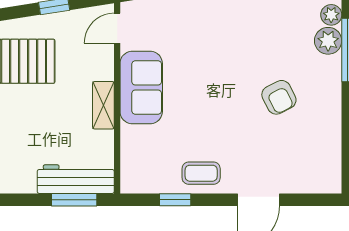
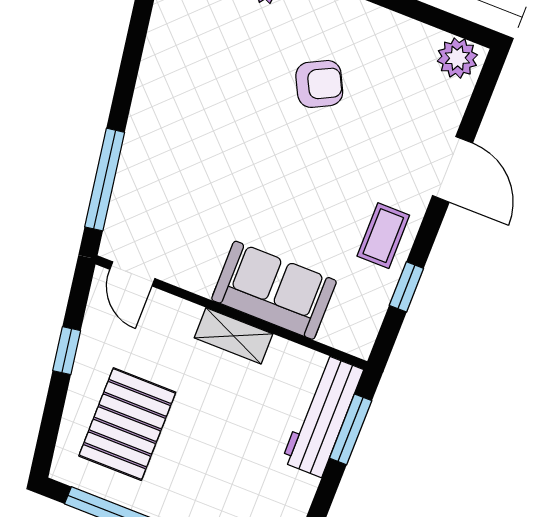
sofa: (141, 87) -> (274, 290), moved
plant: (328, 176) -> (457, 58), added

